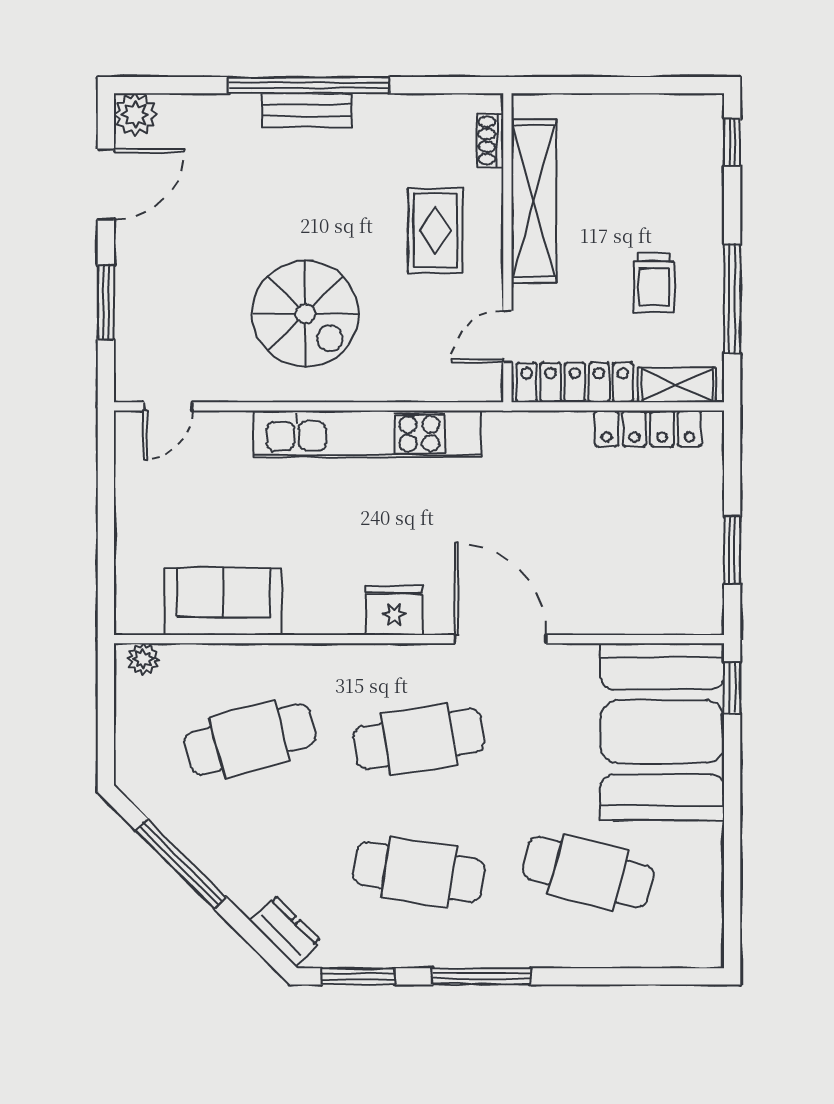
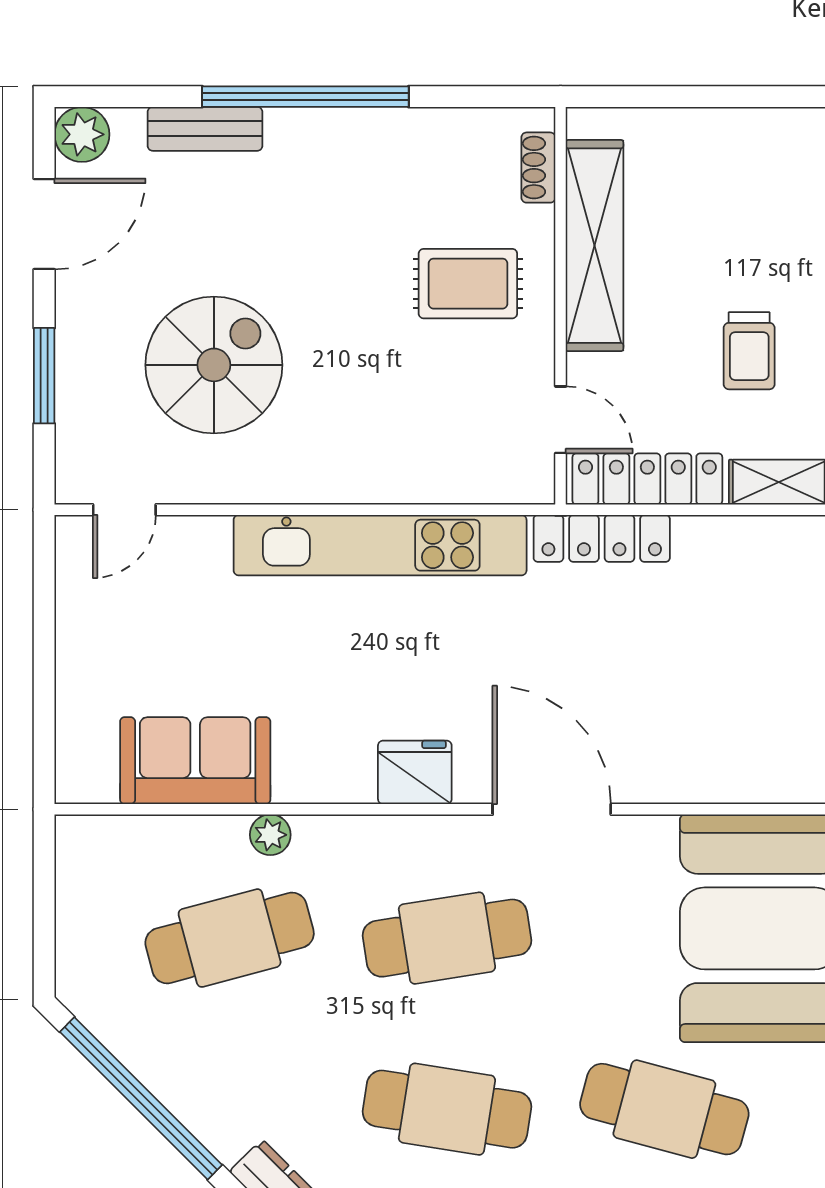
bench: (307, 110) -> (205, 129), moved
rug: (435, 231) -> (468, 284), turned 90
spiral stairs: (305, 314) -> (214, 365), moved, turned -90
door: (507, 336) -> (561, 420), swing flipped
locker: (648, 429) -> (602, 538), moved
plant: (143, 659) -> (270, 835), moved
window: (181, 864) -> (141, 1098), width x1.46

